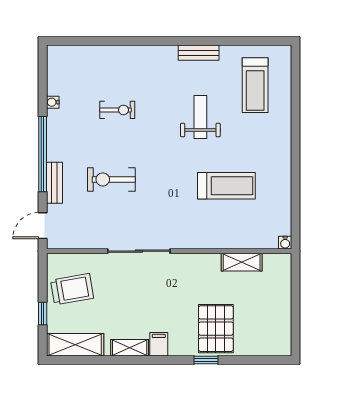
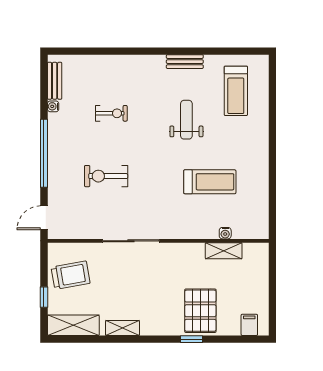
bench: (54, 183) -> (55, 81), moved
water cooler: (285, 243) -> (225, 233), moved
filing cabinet: (159, 344) -> (249, 325), moved

